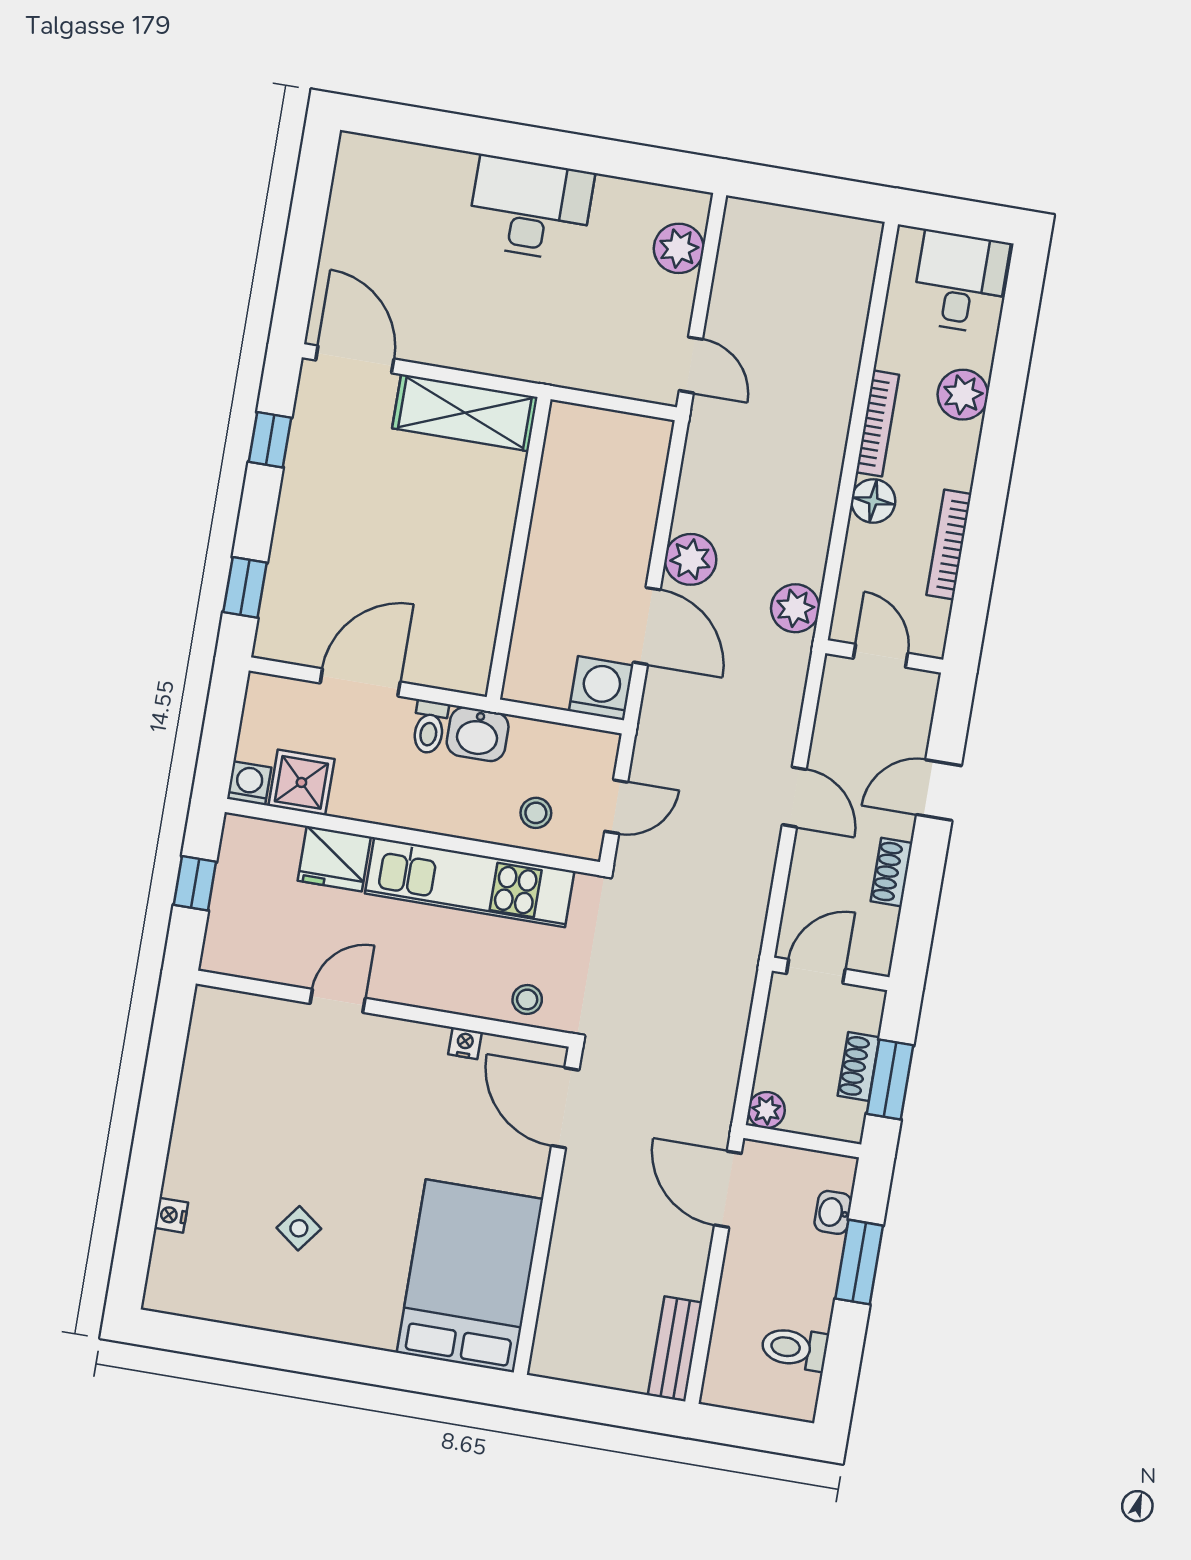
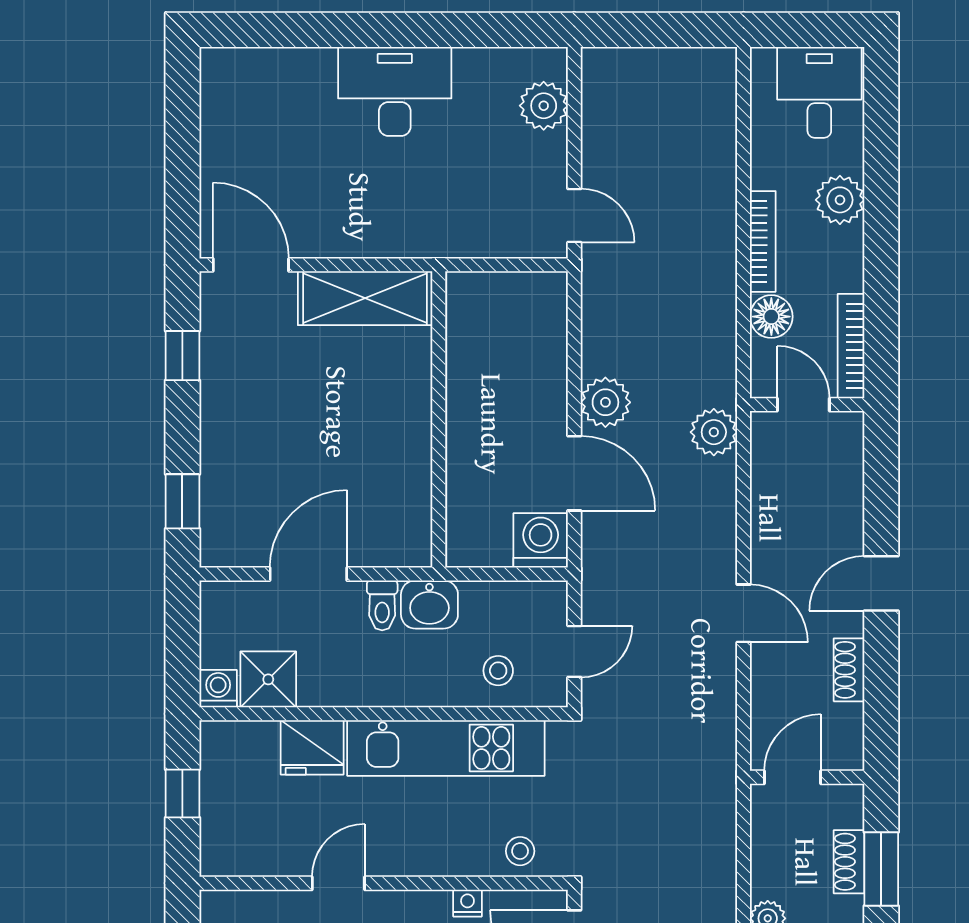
door: (881, 656) -> (803, 405), moved
wall: (884, 656) -> (807, 405), moved

